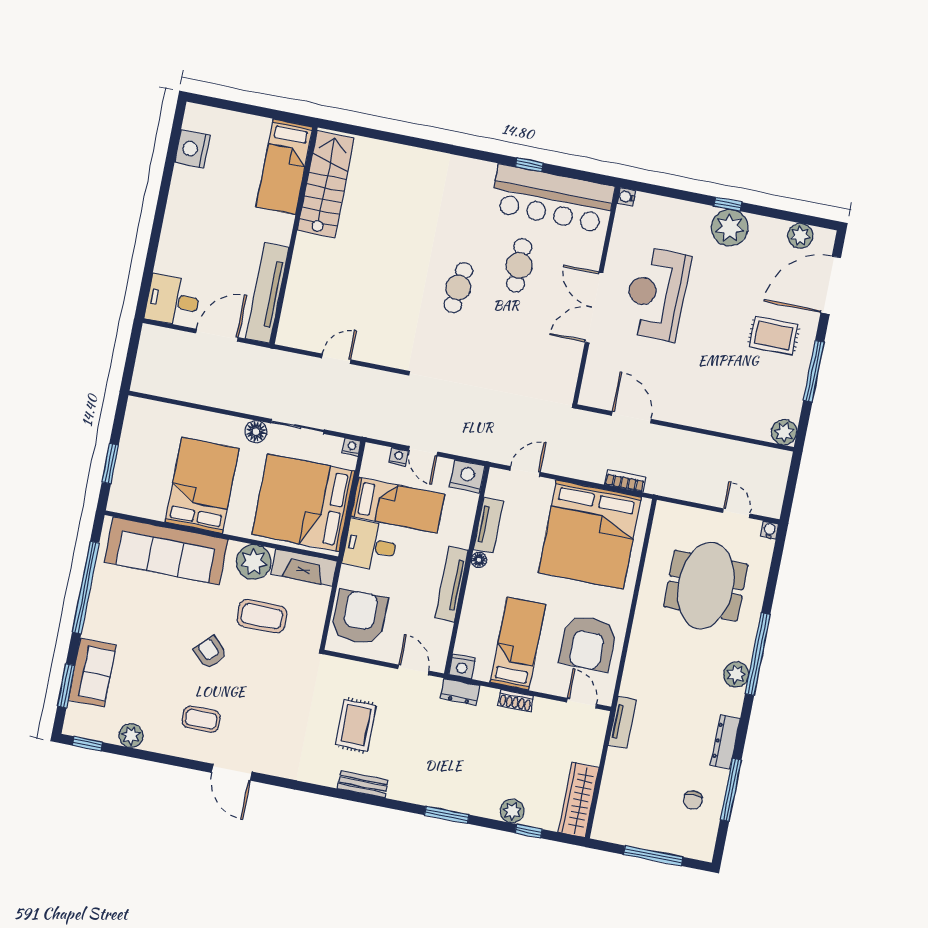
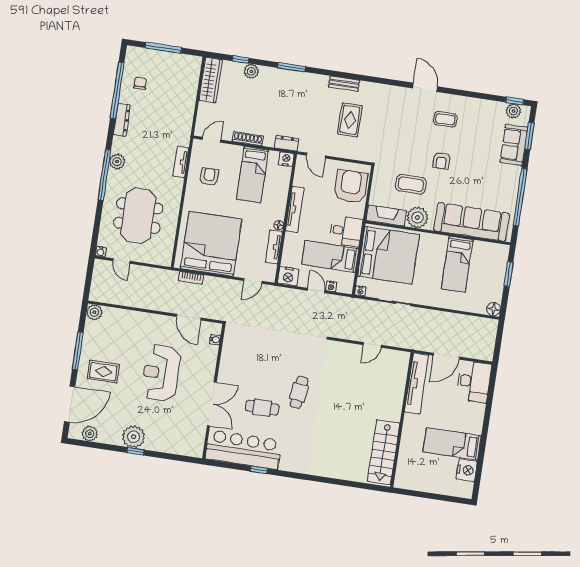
bed: (284, 167) -> (452, 444), moved, turned -90
water cooler: (626, 197) -> (215, 340), moved
cafe table: (519, 265) -> (262, 408), turned 90
reception desk: (657, 294) -> (161, 373), moved, turned 180
desk: (173, 300) -> (474, 382), width x1.37
double door: (594, 307) -> (212, 404), moved
floor lamp: (256, 432) -> (494, 309), moved
bed: (202, 485) -> (457, 264), width x0.67
armchair: (359, 617) -> (351, 186), turned 180
armchair: (588, 643) -> (209, 177), width x0.53, depth x0.53
armchair: (210, 652) -> (441, 161), turned 46
shoe rack: (516, 701) -> (248, 139), width x1.43
door: (581, 703) -> (212, 140), swing flipped
tv unit: (622, 722) -> (181, 162), moved
plant: (131, 736) -> (513, 111), moved
window: (731, 790) -> (117, 91), width x1.46

